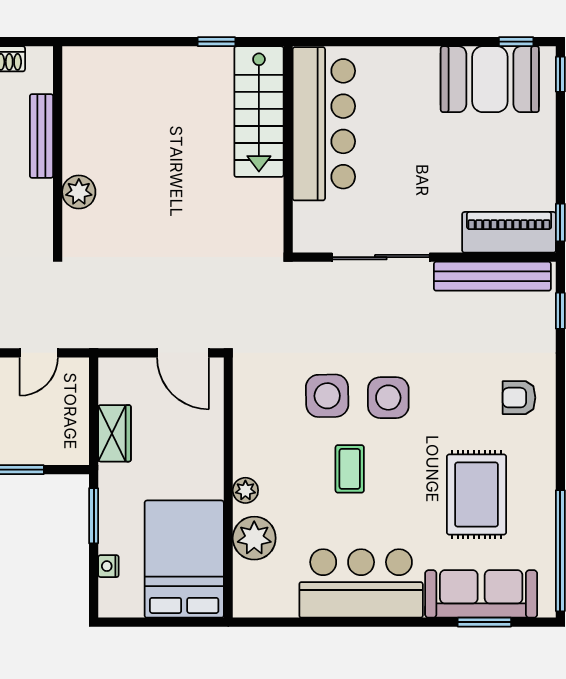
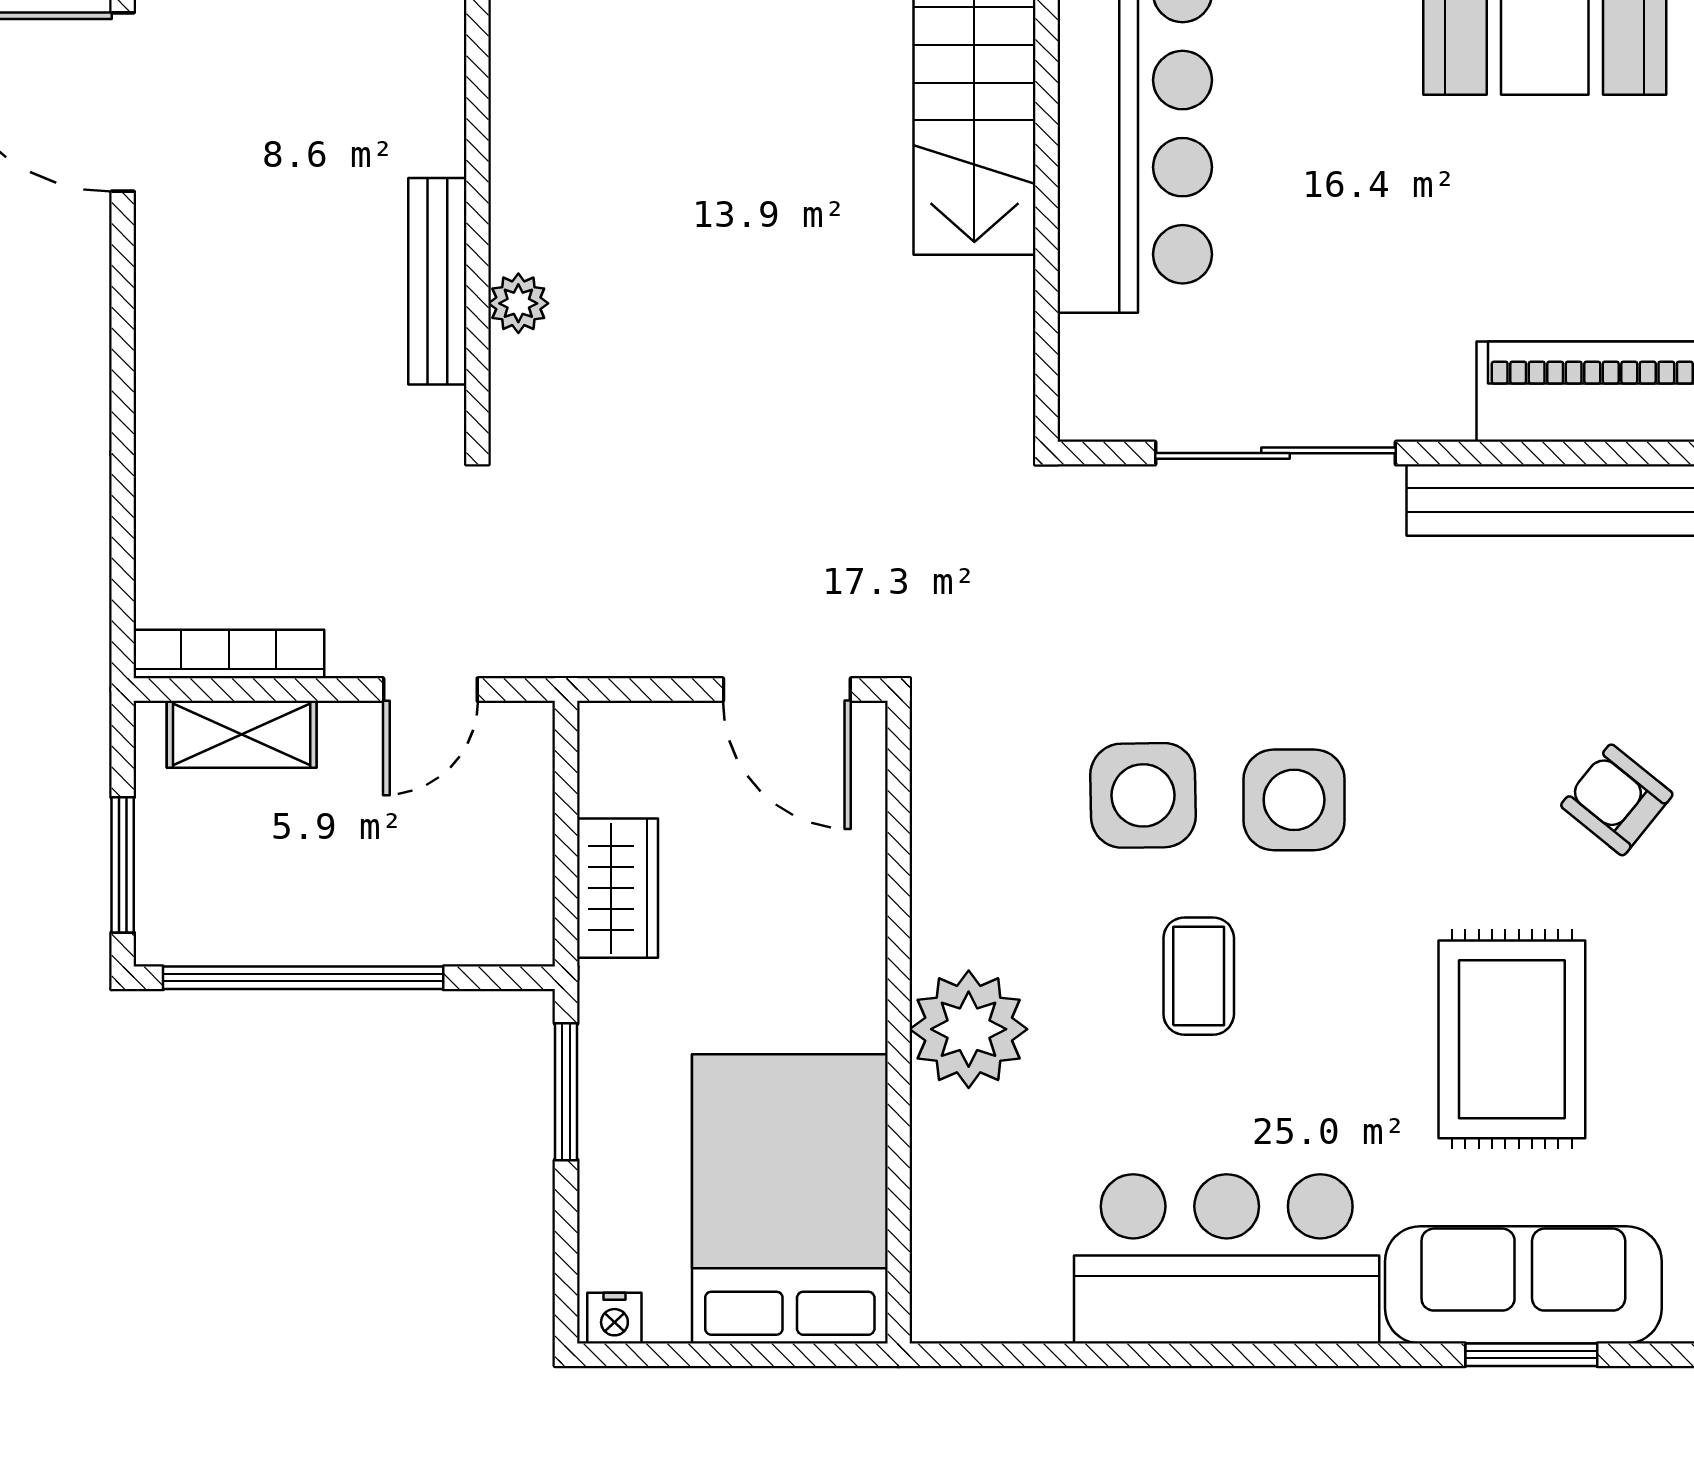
bench: (41, 136) -> (437, 281), moved
plant: (79, 192) -> (518, 303), width x0.73, depth x0.73
armchair: (519, 398) -> (1617, 800), turned 39
plant: (245, 490) -> (969, 1029), width x1.88, depth x1.88
plant: (254, 538) -> (963, 1147), removed
nightstand: (108, 566) -> (614, 1318), moved, turned -90

